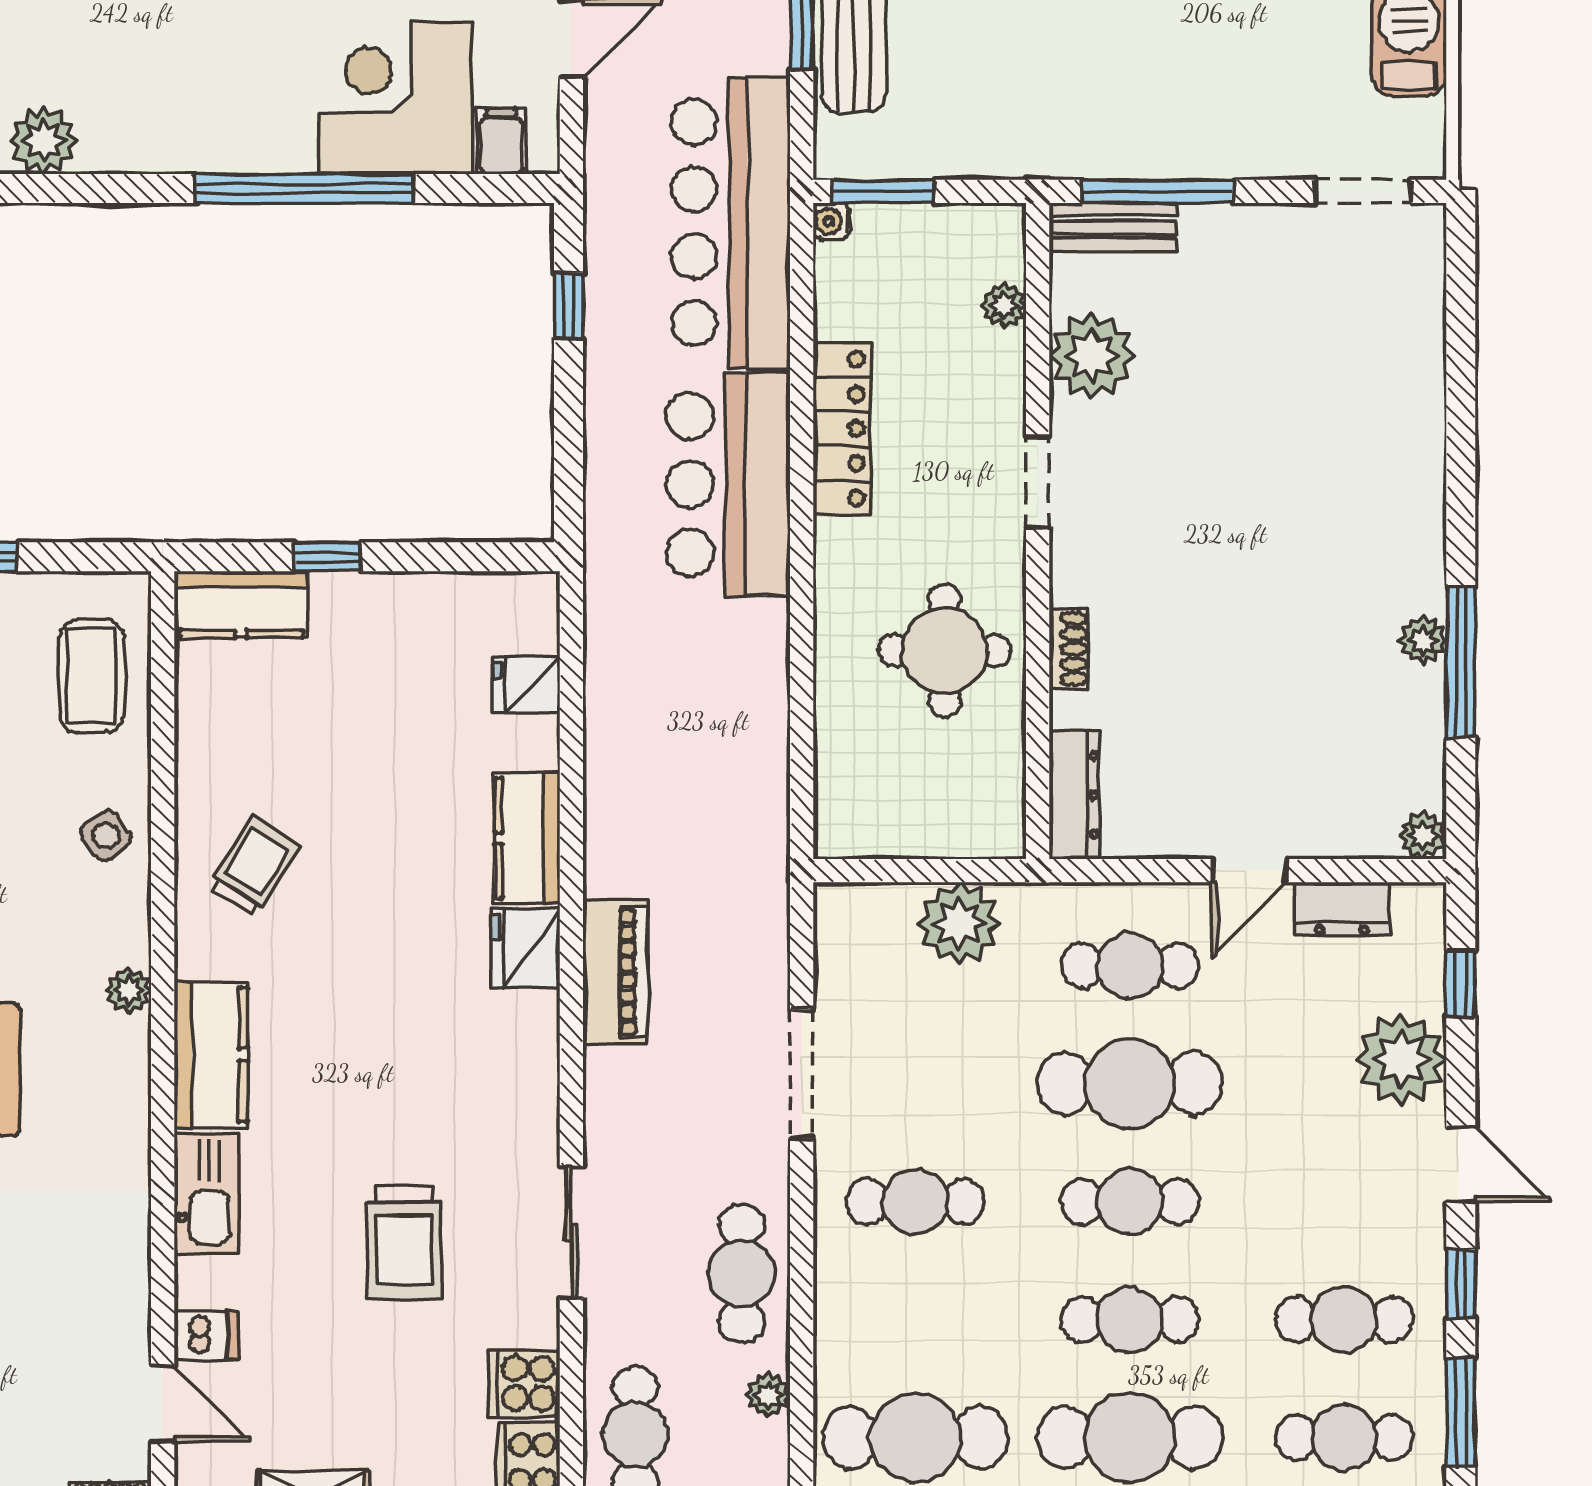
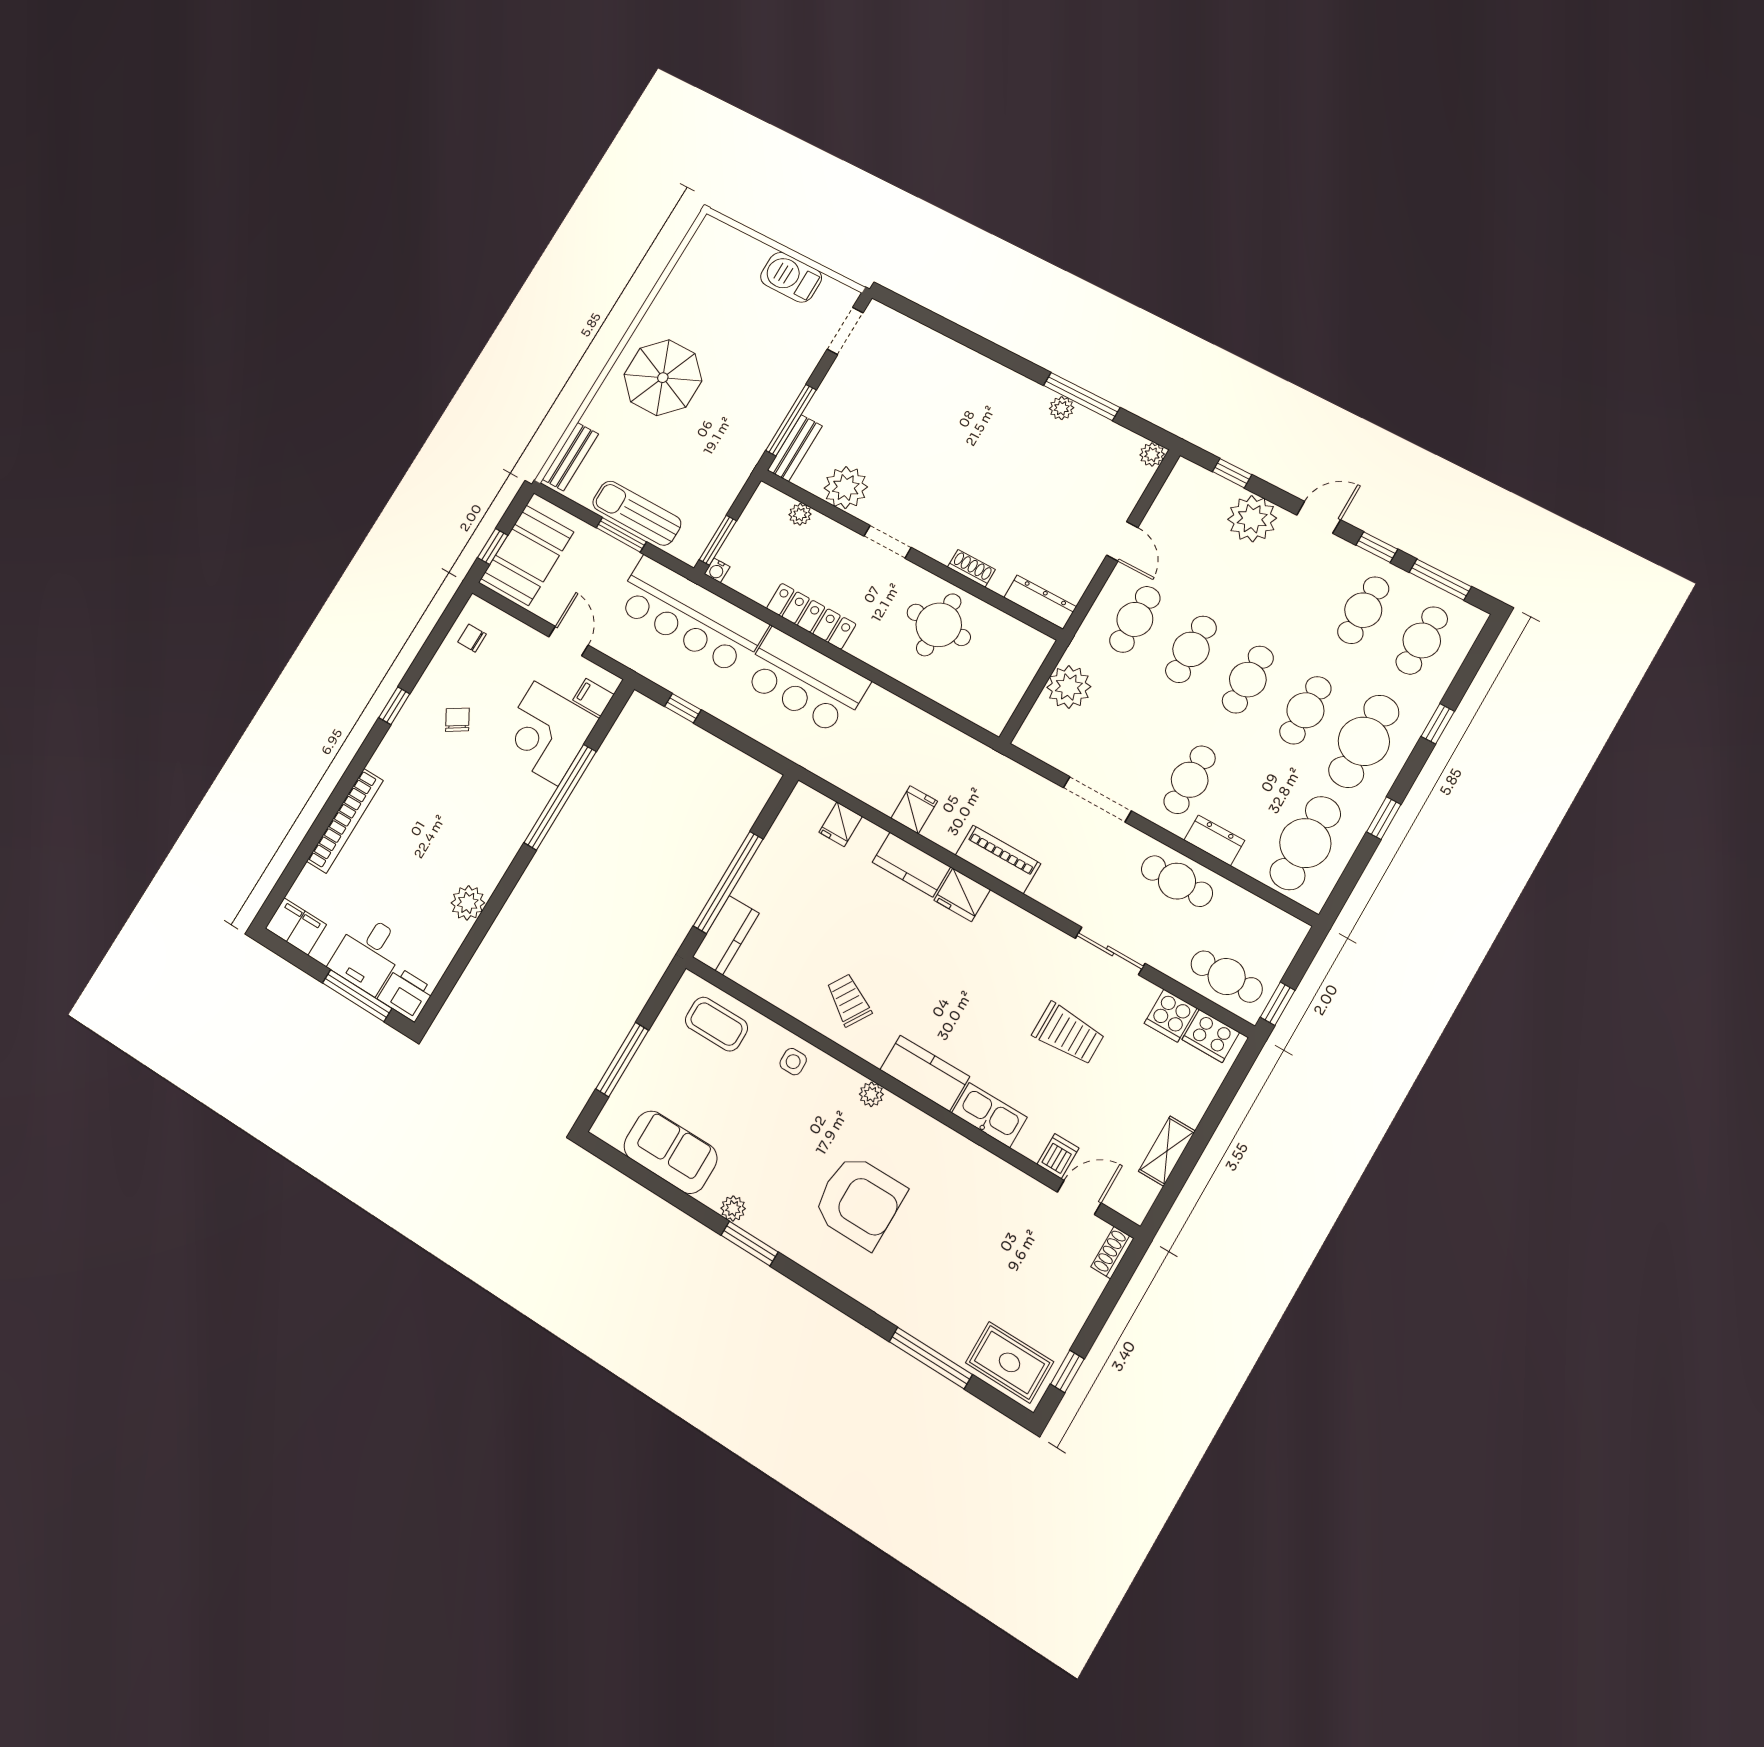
window: (327, 557) -> (728, 883), width x3.17
fridge: (618, 790) -> (914, 810), added
side table: (106, 835) -> (793, 1062), turned 35
dresser: (1342, 909) -> (1214, 840), moved, turned -90
cafe table: (1130, 1084) -> (1191, 649), width x0.73, depth x0.74
plant: (768, 1395) -> (1244, 902), removed

